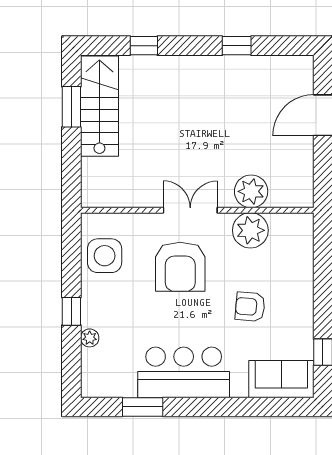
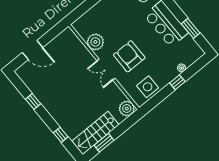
plant: (251, 191) -> (127, 108), moved
armchair: (180, 267) -> (129, 56), turned -90
armchair: (250, 307) -> (123, 19), removed

